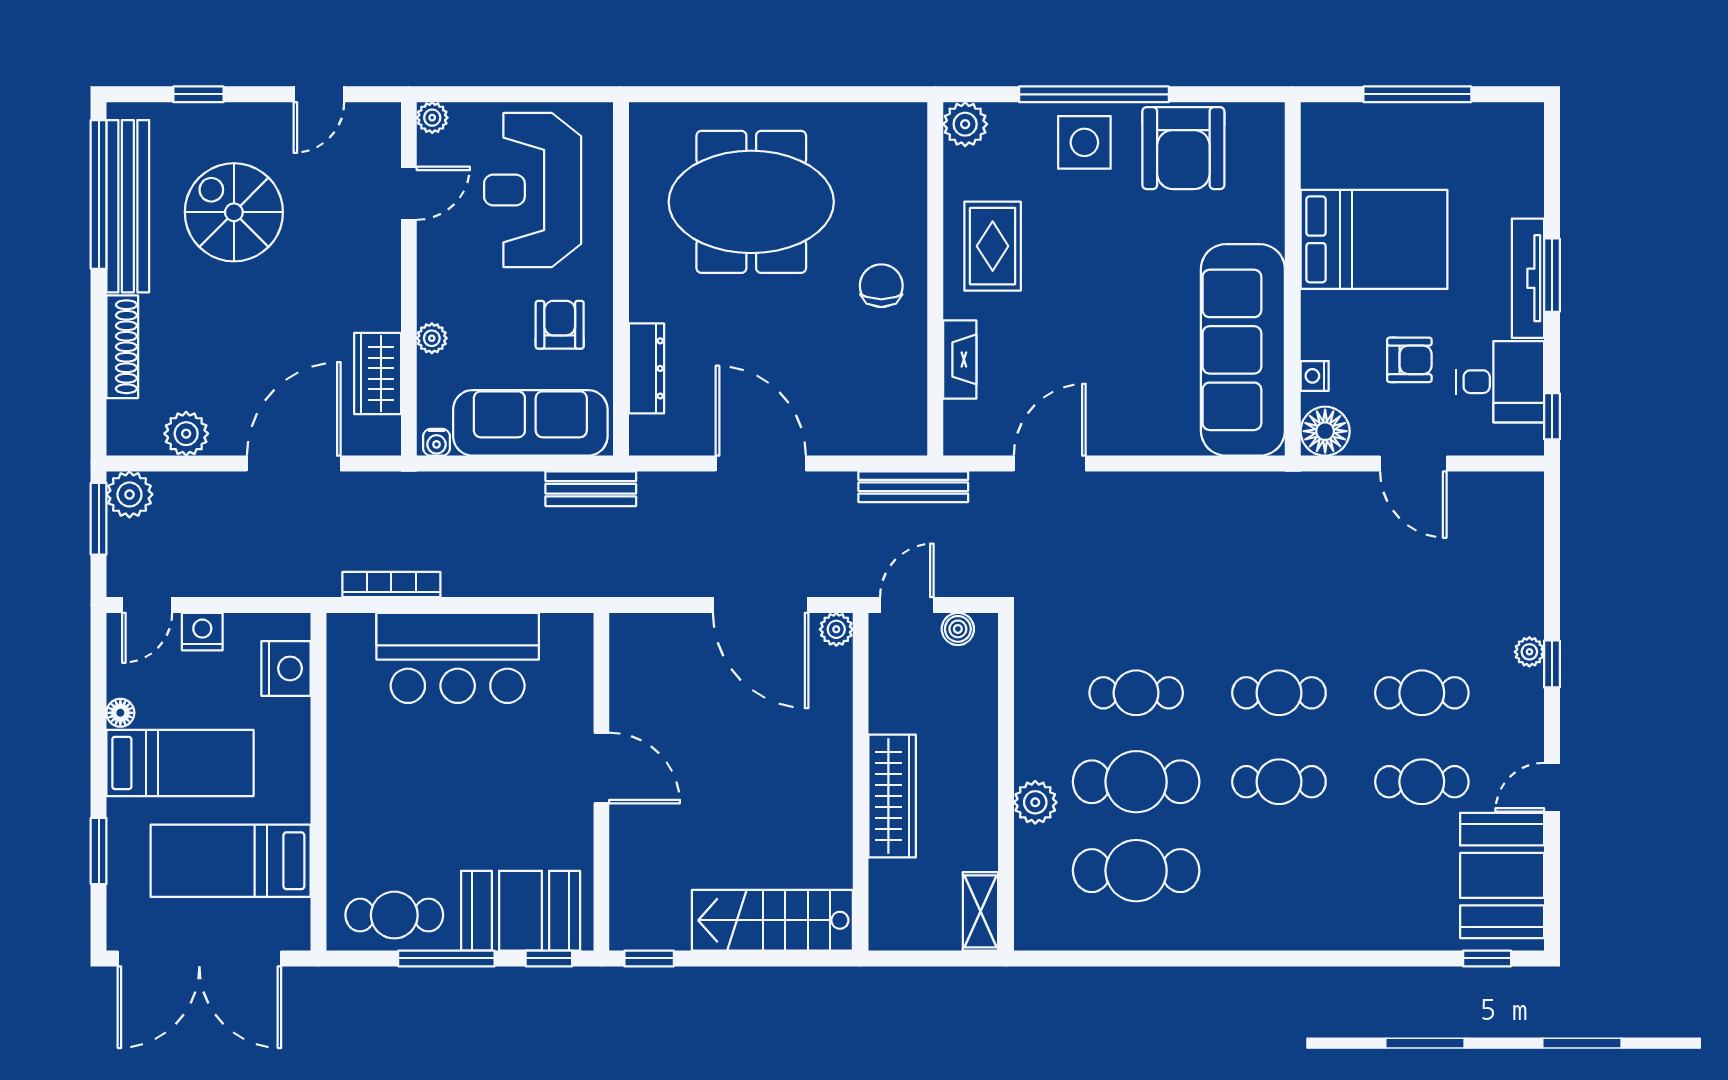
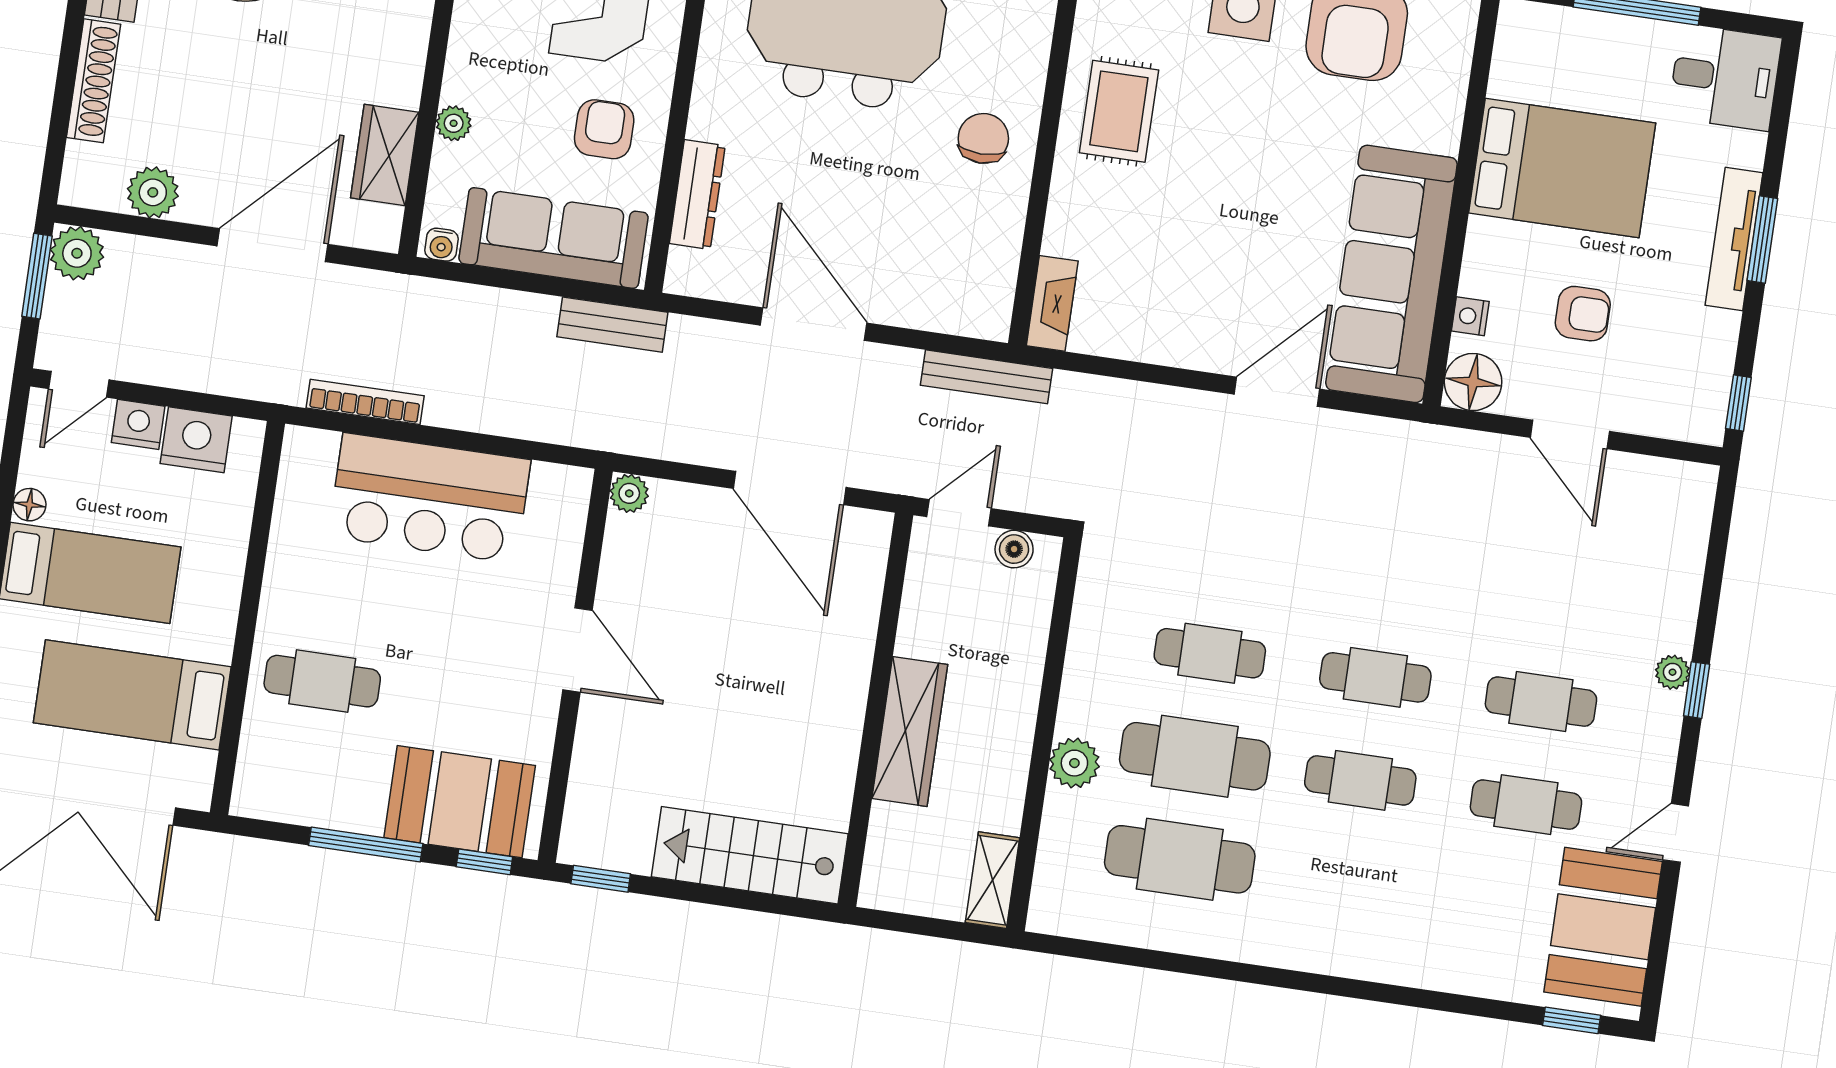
fireplace: (960, 359) -> (1052, 303), moved
desk: (1500, 382) -> (1725, 77), moved
door: (1050, 464) -> (1277, 392), moved
plant: (836, 629) -> (629, 493), moved
nightstand: (286, 668) -> (196, 440), moved, turned -90
cafe table: (394, 915) -> (322, 681), moved

